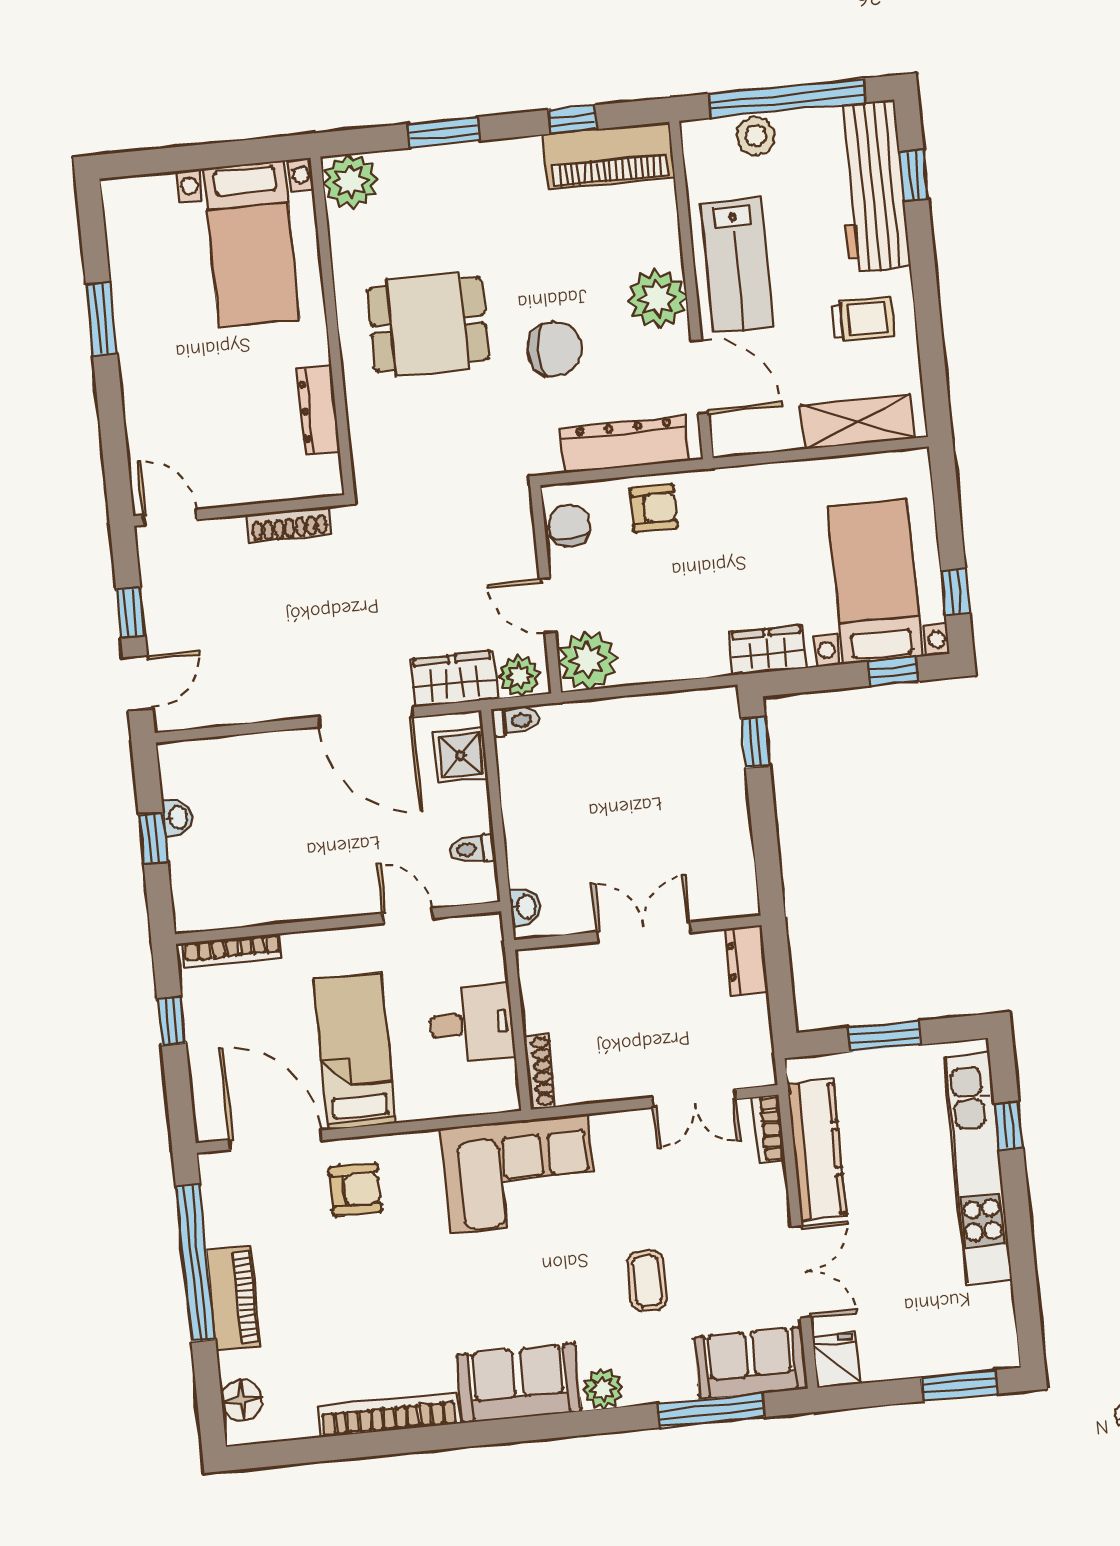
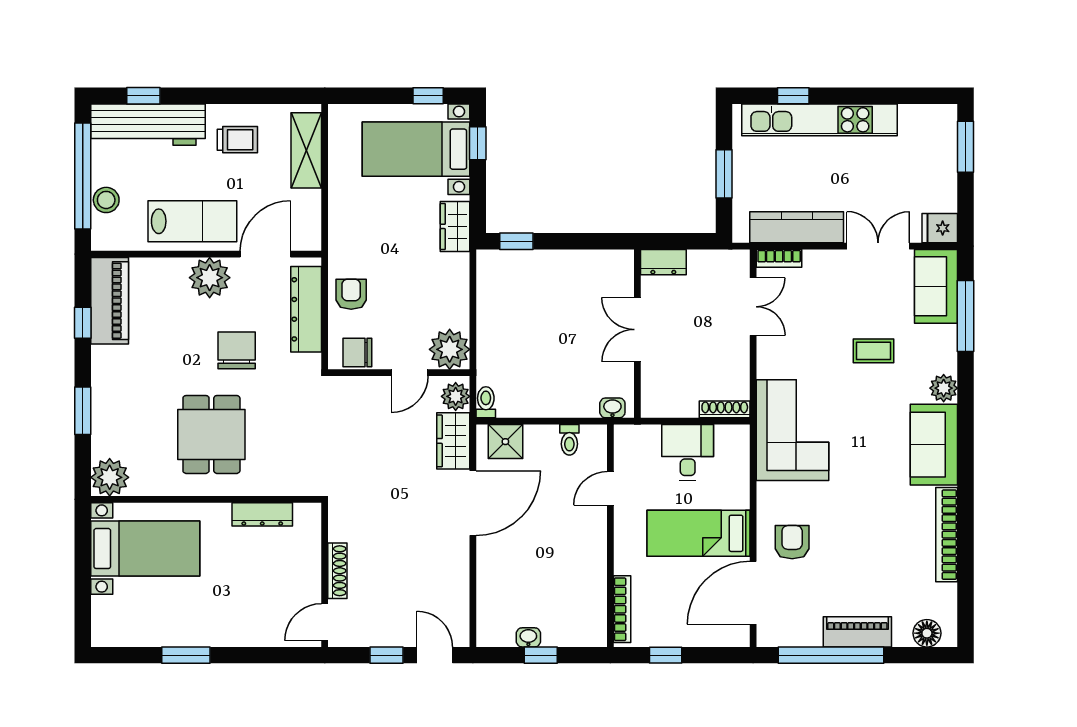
trolley: (863, 319) -> (237, 140), turned 90
shoe rack: (289, 524) -> (337, 571), moved

